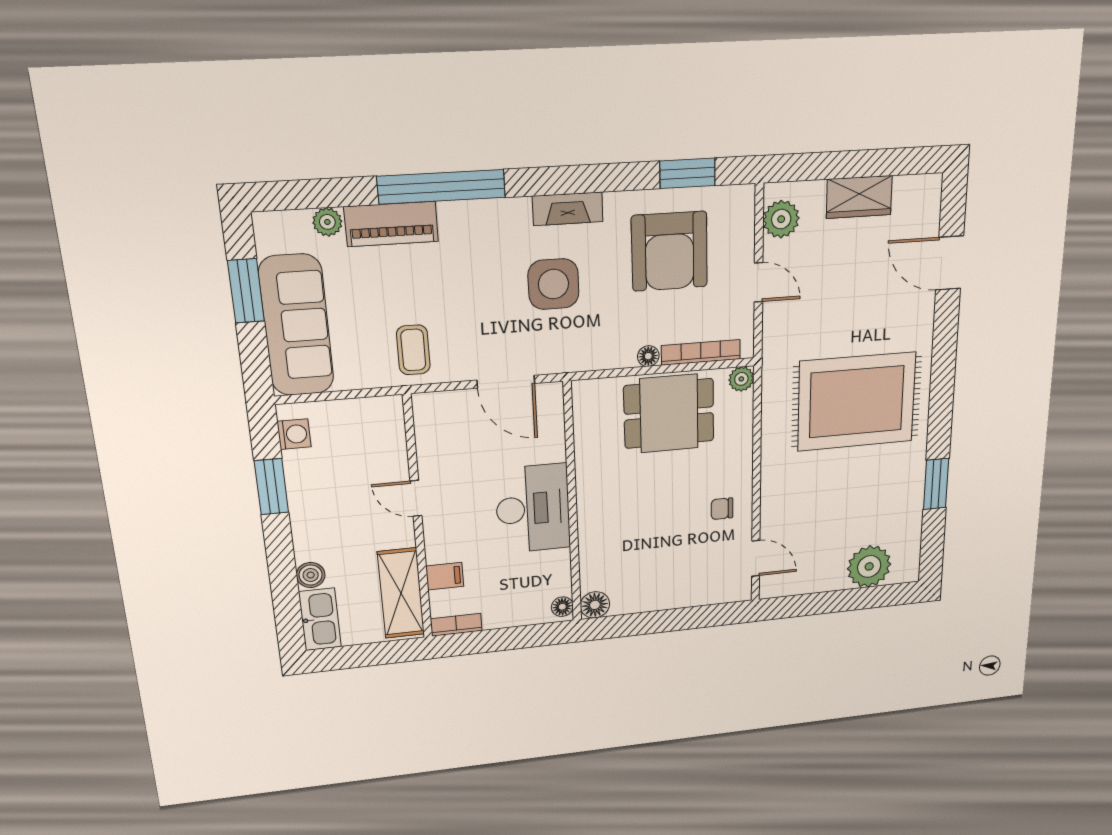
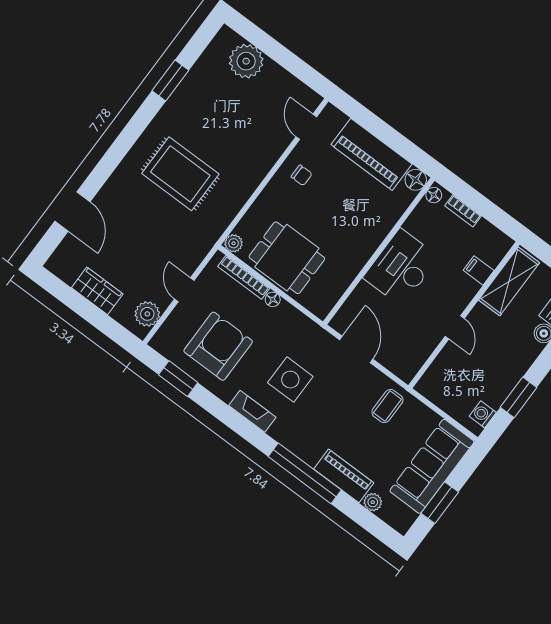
rug: (857, 402) -> (180, 174), width x0.73, depth x0.69
piano: (664, 590) -> (372, 154), added
bookcase: (456, 625) -> (463, 211), moved

